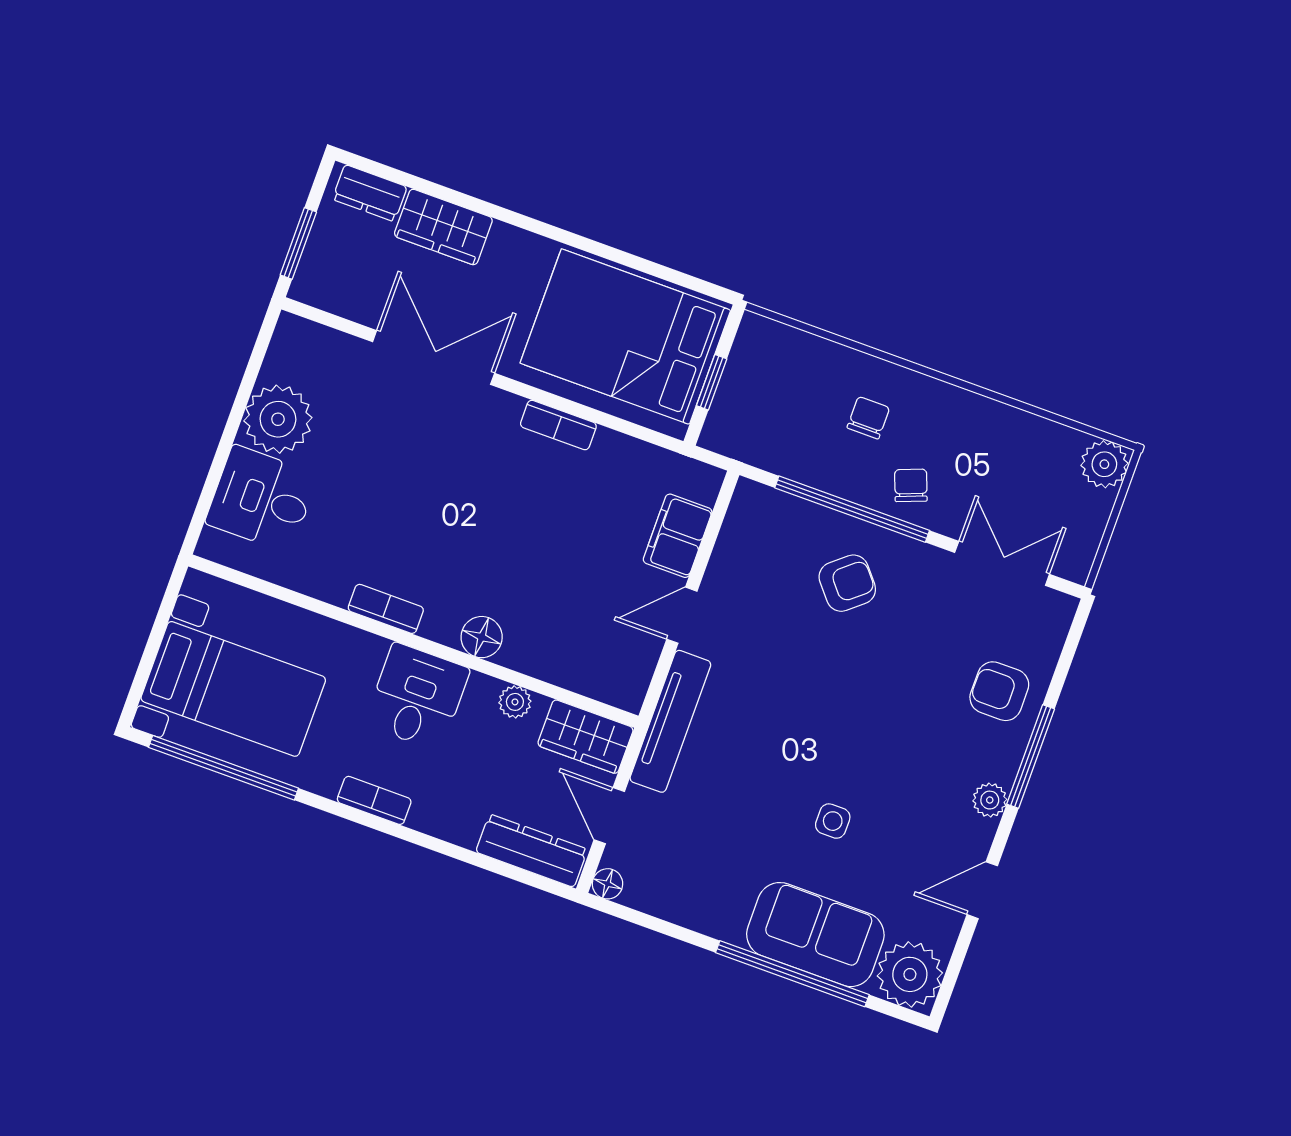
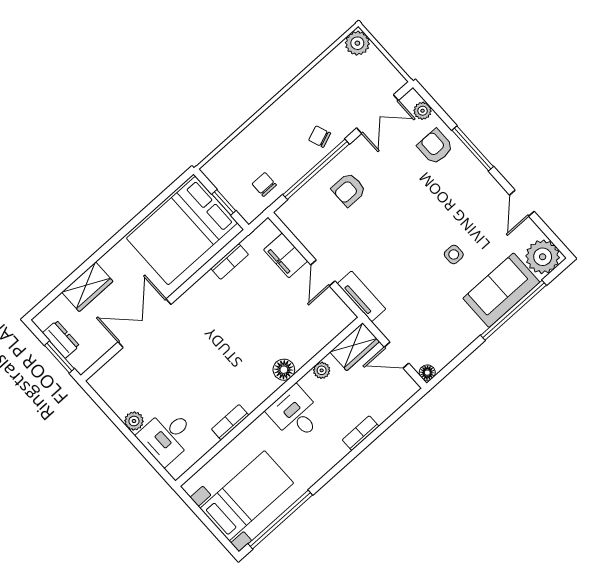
dresser: (370, 193) -> (61, 339), moved, turned -90
chair: (868, 418) -> (264, 184), moved
plant: (278, 419) -> (134, 421), width x0.53, depth x0.53
bookcase: (558, 425) -> (230, 261), moved
double door: (1002, 563) -> (378, 114), swing flipped
armchair: (847, 583) -> (349, 190), turned -140
bookcase: (386, 609) -> (230, 422), moved
armchair: (999, 691) -> (435, 147), turned 90
tv unit: (670, 721) -> (361, 296), width x0.71
bookcase: (374, 800) -> (361, 433), moved
plant: (990, 800) -> (423, 111), moved
dresser: (532, 851) -> (394, 399), removed

